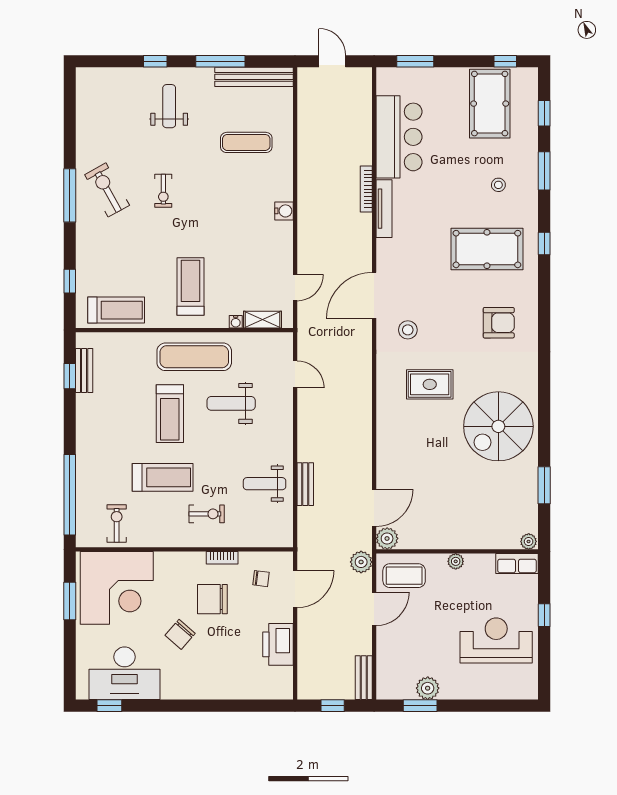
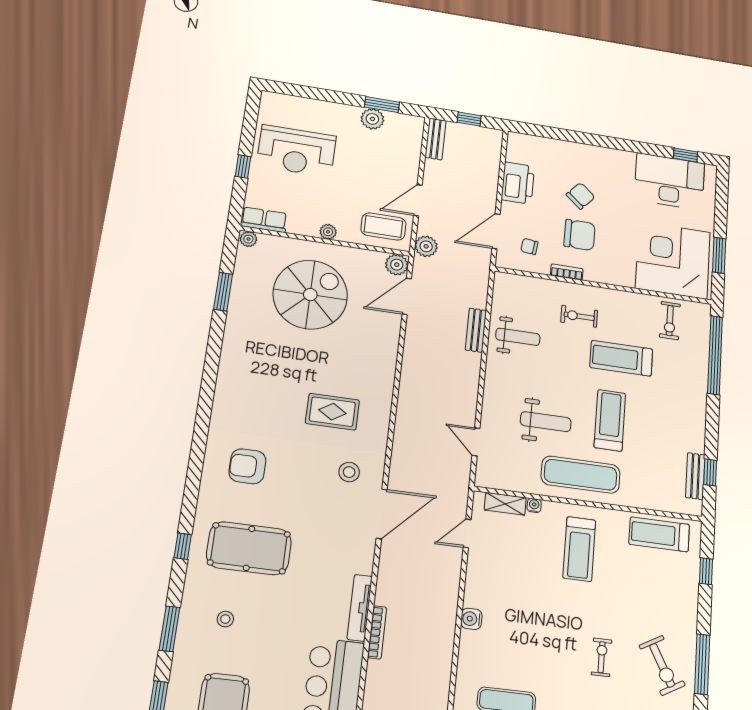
spiral stairs: (498, 426) -> (310, 295), moved
chair: (180, 634) -> (580, 196), moved

